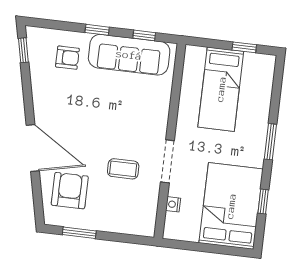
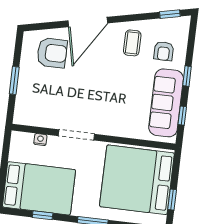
bed: (221, 89) -> (137, 180), width x2.04
coffee table: (123, 169) -> (132, 43), moved
window: (79, 233) -> (14, 80), moved

